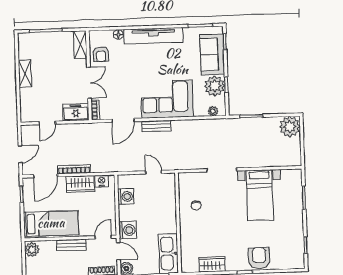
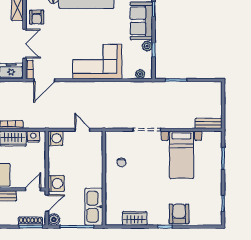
plant: (215, 86) -> (147, 46), width x0.53, depth x0.53
door: (123, 120) -> (44, 80), moved
bench: (156, 126) -> (208, 123), moved
plant: (290, 127) -> (212, 91), removed
washing machine: (126, 197) -> (55, 138), moved
door: (118, 251) -> (47, 203), hinge flipped

